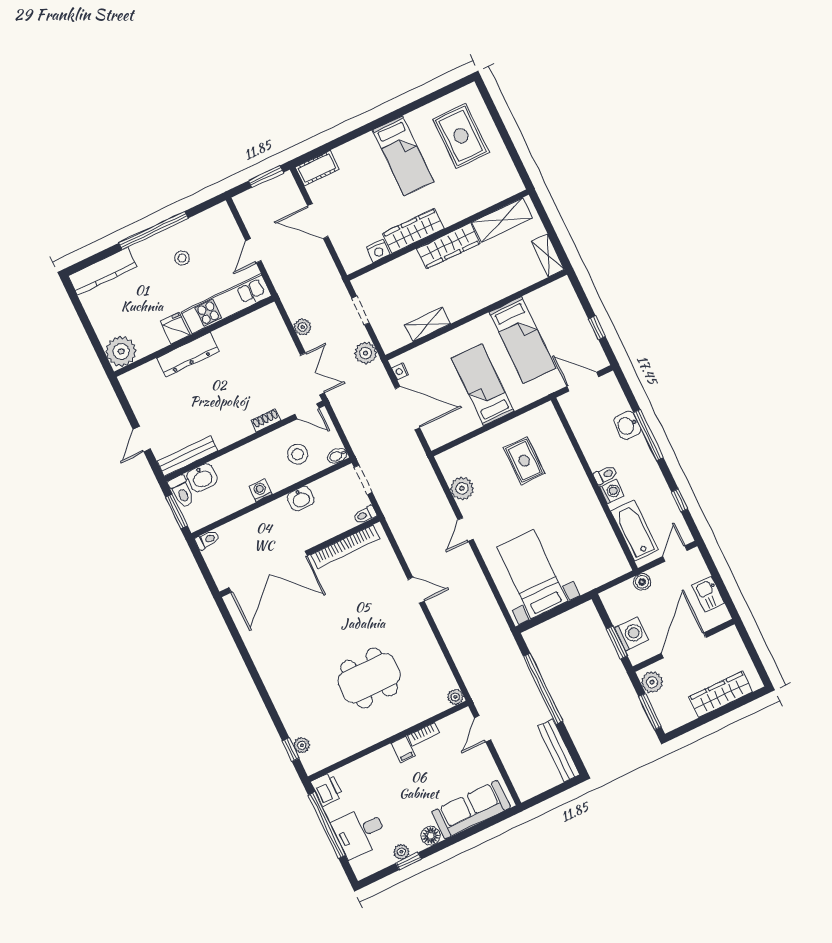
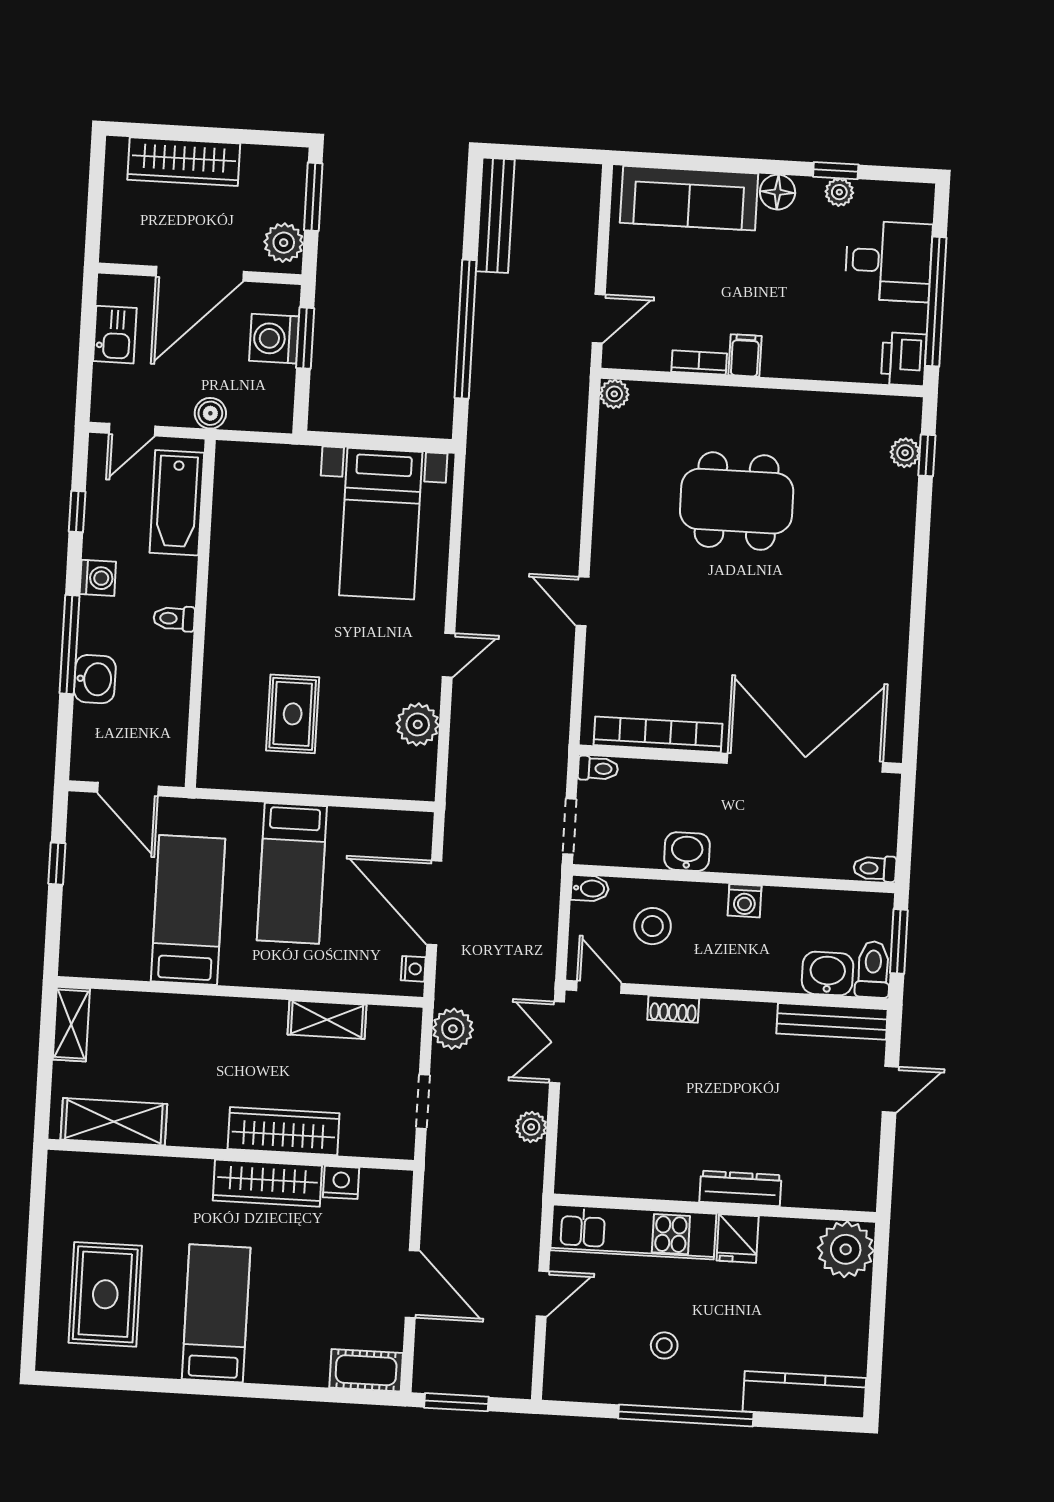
wardrobe: (449, 246) -> (284, 1131), moved
dresser: (188, 355) -> (740, 1188), width x0.73, depth x0.80
washing machine: (612, 492) -> (98, 578), moved, turned 180

